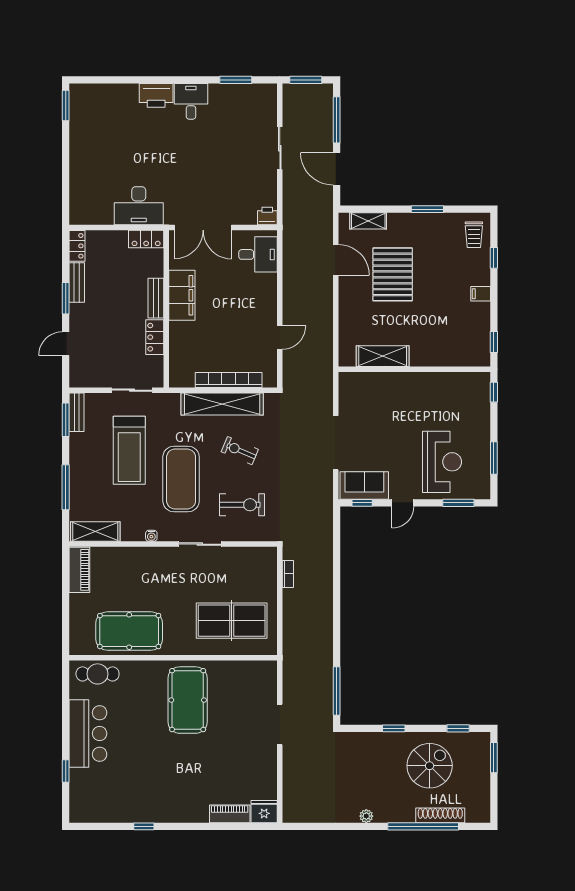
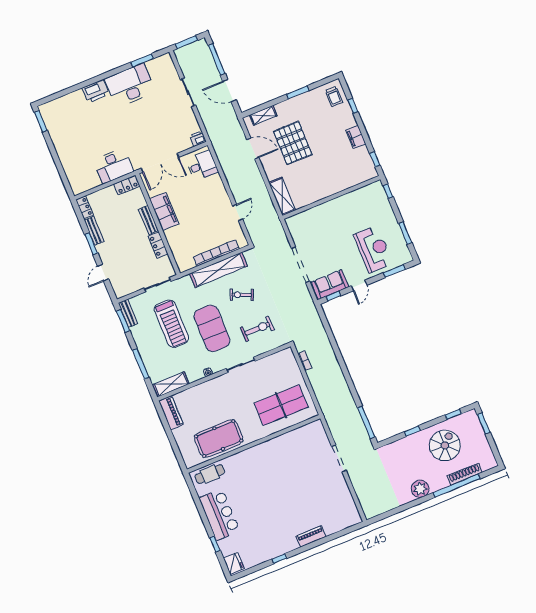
desk: (191, 101) -> (130, 85), width x1.87, depth x1.30
filing cabinet: (481, 294) -> (356, 137), width x2.00
shelving: (383, 356) -> (282, 196), moved, turned 90
pool table: (188, 700) -> (274, 467), removed
fridge: (264, 812) -> (234, 563), moved, turned 90
piano: (230, 814) -> (311, 536), moved
plant: (366, 816) -> (420, 489), width x1.88, depth x1.88

